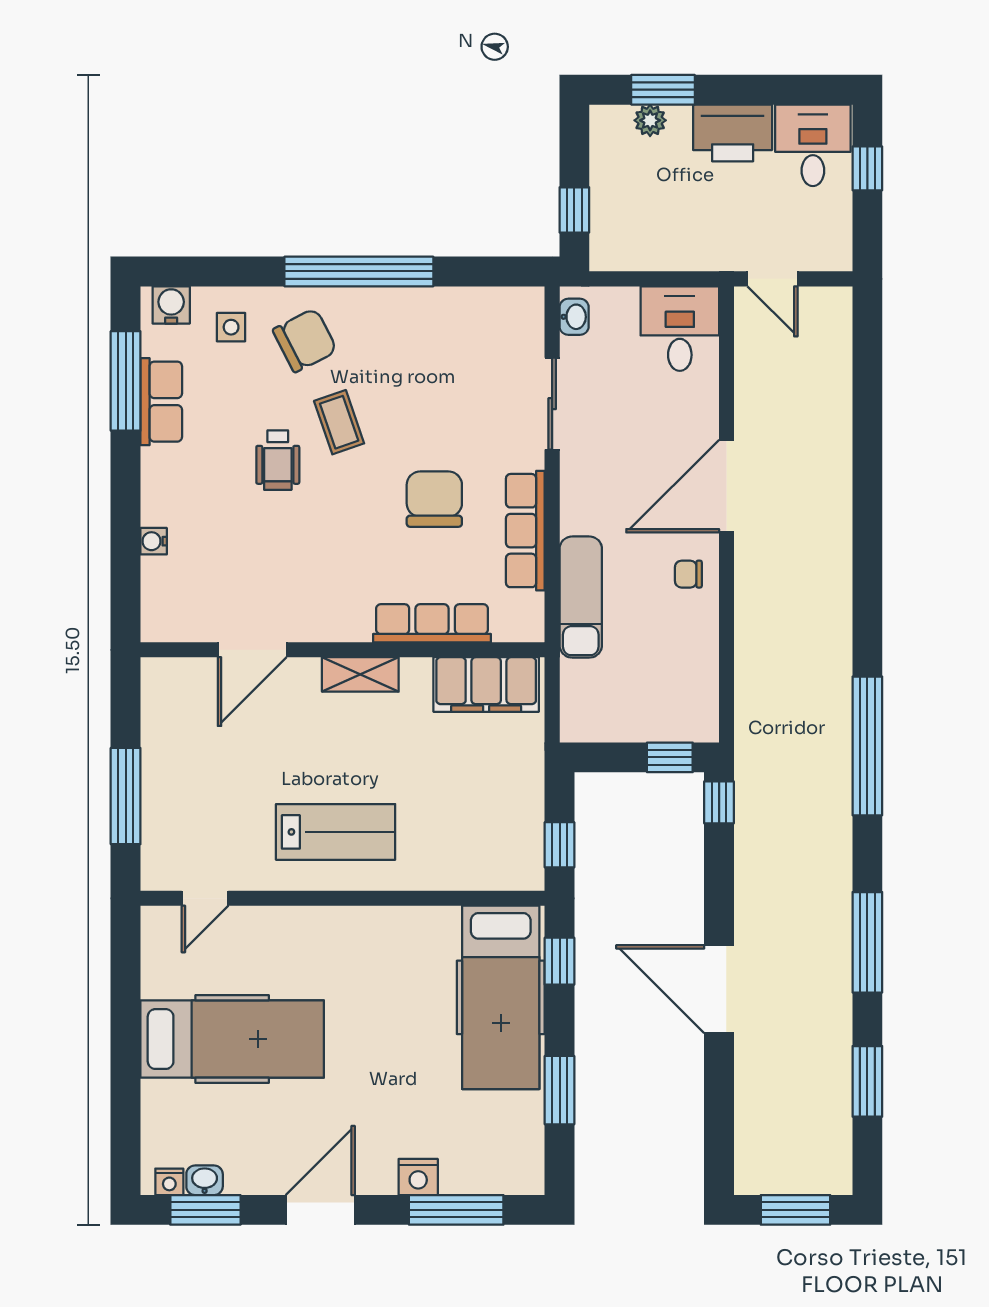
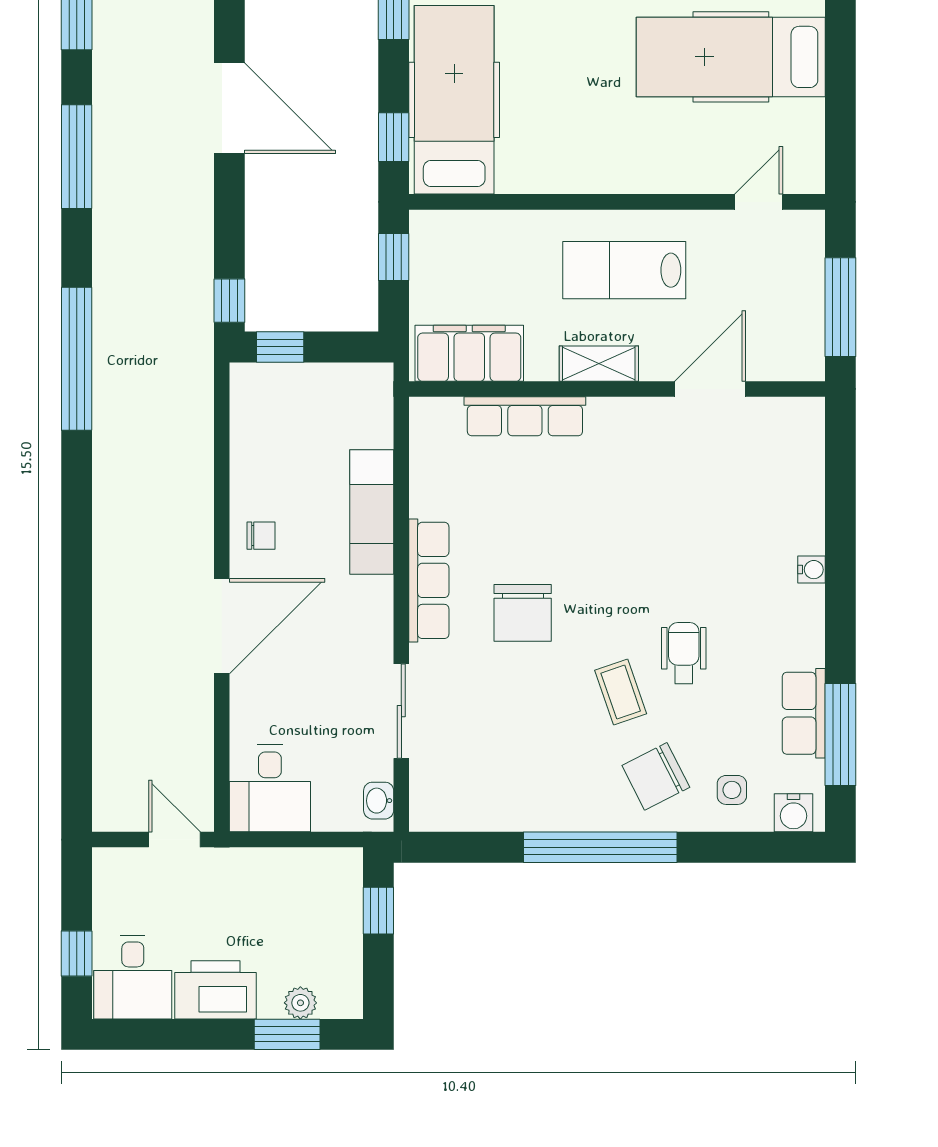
row of seats: (432, 623) -> (525, 416), moved
door: (252, 650) -> (710, 389), moved
wall: (343, 650) -> (617, 389), moved
shelving: (360, 674) -> (599, 364), moved
filing cabinet: (486, 685) -> (469, 353), moved

